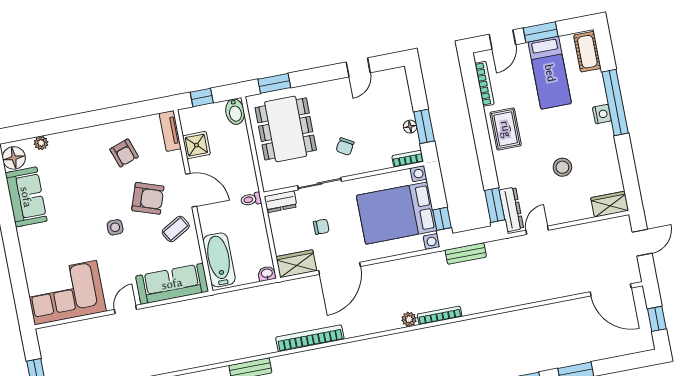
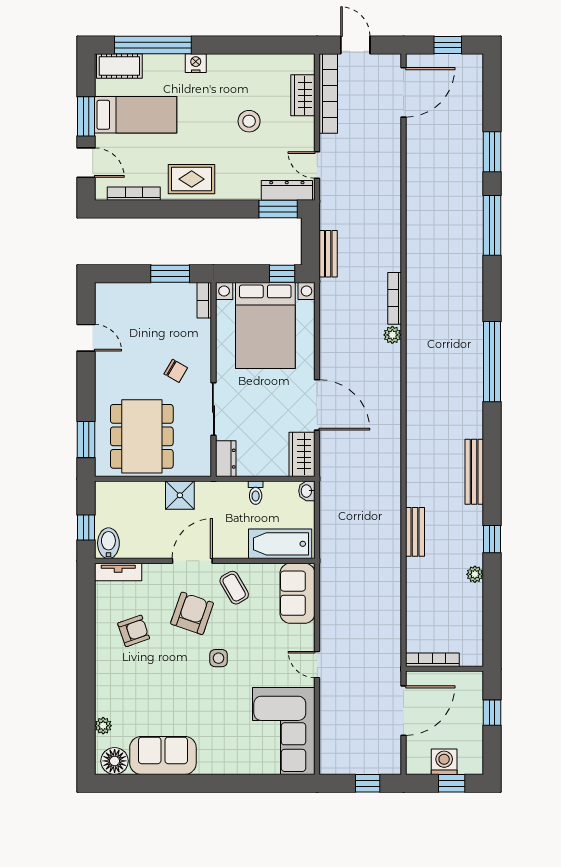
window: (615, 102) -> (153, 45), moved
bidet: (235, 112) -> (108, 543), moved, turned -90
floor lamp: (410, 127) -> (167, 290), removed
dining table: (286, 129) -> (142, 436), turned 90
shower: (196, 145) -> (180, 495), moved
toilet: (251, 199) -> (256, 493), moved
wardrobe: (610, 204) -> (303, 95), moved
chair: (321, 227) -> (264, 417), removed
sofa: (172, 284) -> (297, 593), width x0.73
bookcase: (310, 338) -> (328, 93), moved, turned 180

